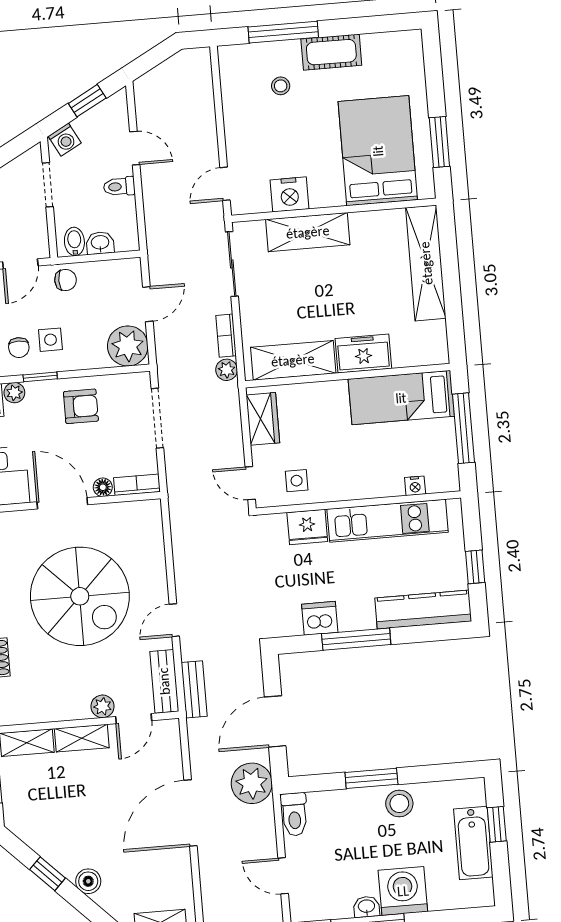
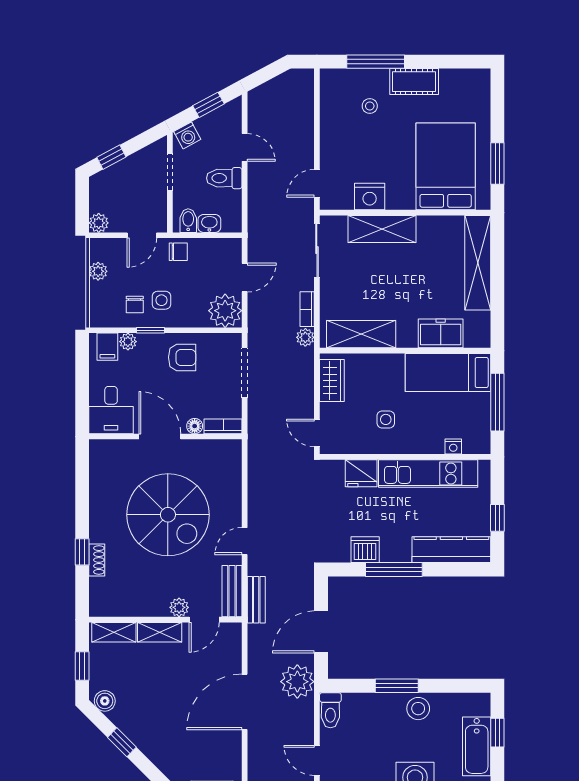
toilet: (119, 187) -> (224, 178), width x1.37, depth x1.39
freezer: (363, 354) -> (441, 333), moved
side table: (297, 481) -> (386, 419), moved
boiler: (88, 881) -> (105, 701), moved

